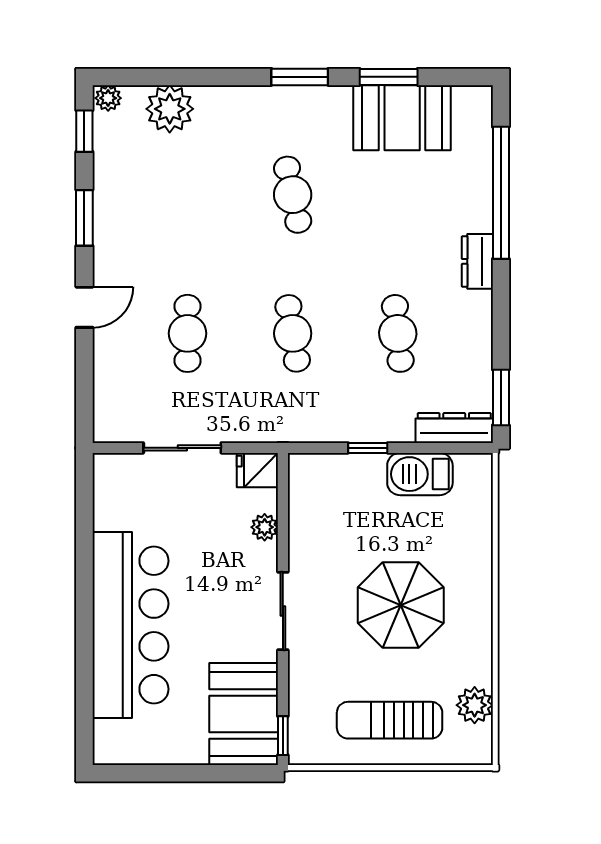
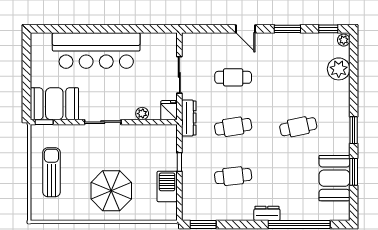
dresser: (454, 428) -> (189, 118), moved
parasol: (401, 605) -> (111, 191), moved
plant: (475, 705) -> (59, 212), removed

